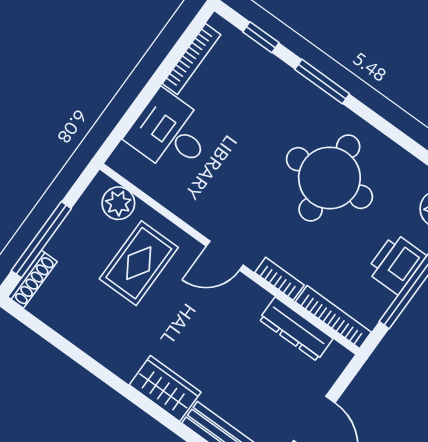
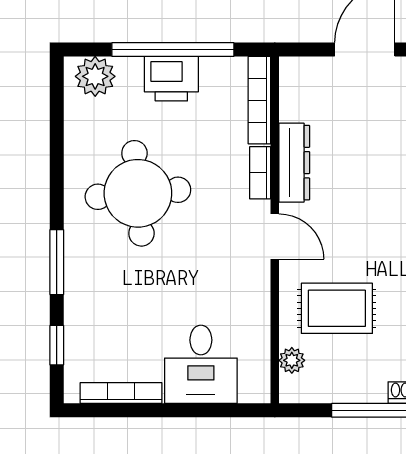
plant: (118, 203) -> (292, 360), width x0.73, depth x0.73
dresser: (296, 329) -> (294, 163), moved

